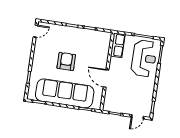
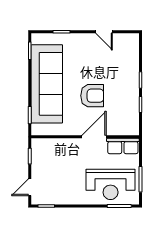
door: (36, 31) -> (104, 32), moved
armchair: (66, 61) -> (92, 96), moved
door: (106, 78) -> (94, 137), moved
door: (137, 117) -> (30, 187), hinge flipped

